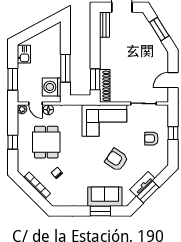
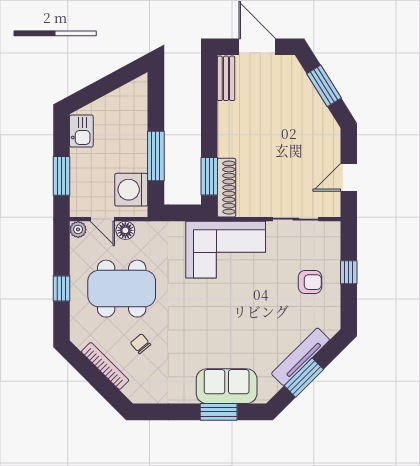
armchair: (151, 139) -> (310, 282), turned 180
dining table: (46, 142) -> (122, 289), width x1.38
armchair: (117, 160) -> (247, 320), removed
tv unit: (142, 184) -> (301, 357), width x1.41

